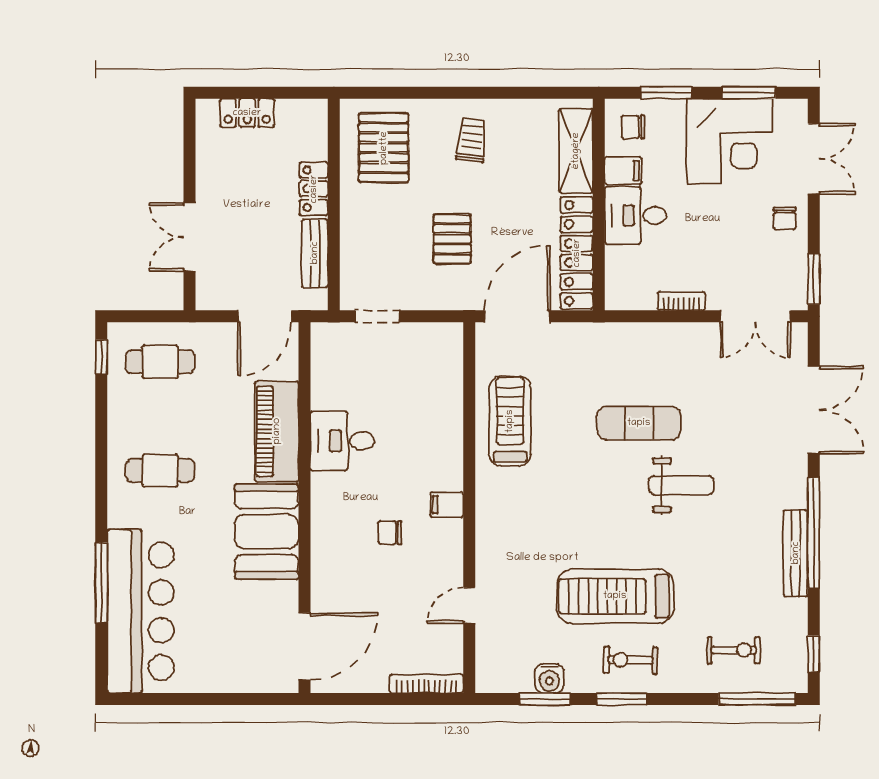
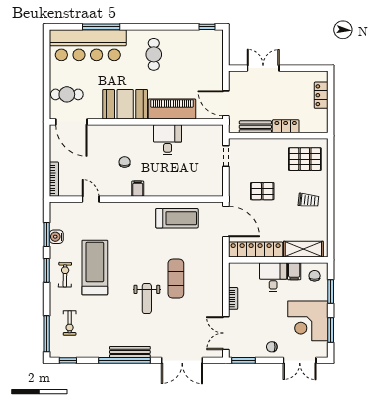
cafe table: (160, 362) -> (67, 94), moved, turned 90
bench: (796, 553) -> (130, 352), moved

